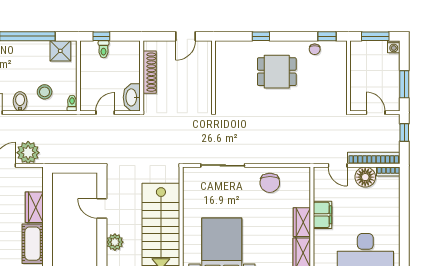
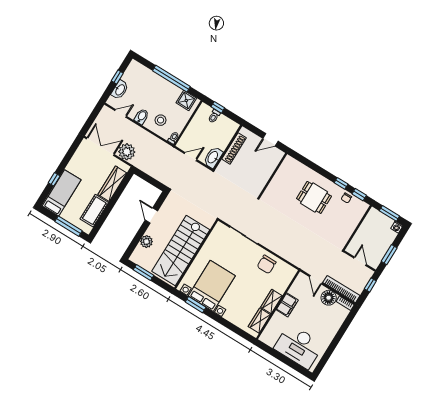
window: (261, 36) -> (341, 183), moved
wardrobe: (34, 207) -> (112, 184), width x1.50

